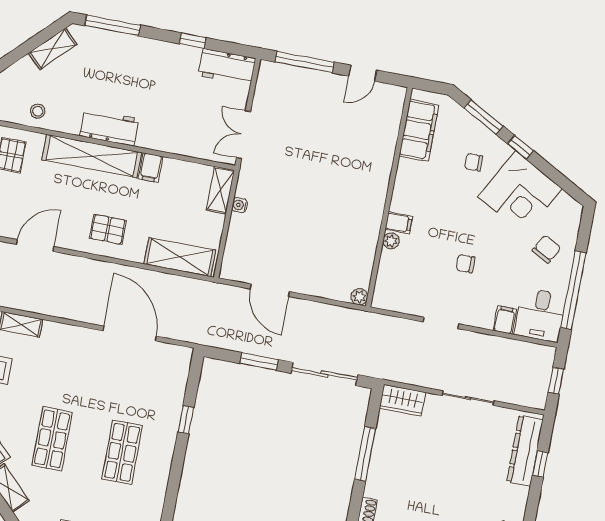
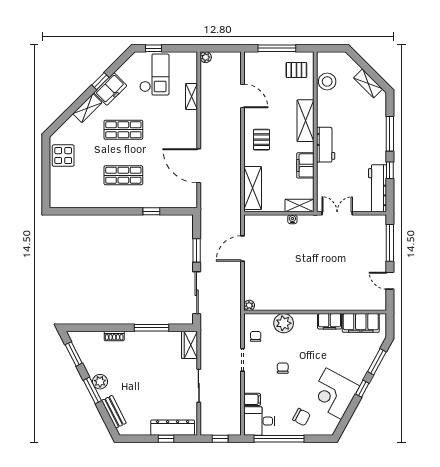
window: (113, 25) -> (390, 134), moved
workbench: (227, 67) -> (378, 188), width x1.38
stool: (38, 111) -> (327, 81), width x1.89, depth x1.89
workbench: (109, 127) -> (326, 145), moved
shelving: (92, 156) -> (305, 121), width x0.68
chair: (474, 162) -> (256, 336), moved
filing cabinet: (151, 168) -> (305, 165), width x2.00
filing cabinet: (399, 223) -> (330, 321), moved, width x2.00
plant: (391, 241) -> (284, 323), width x1.87, depth x1.87
door: (130, 333) -> (199, 166), swing flipped

